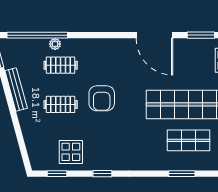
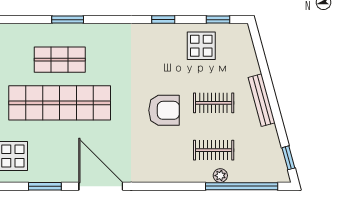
bench: (16, 90) -> (262, 100), moved
armchair: (102, 98) -> (164, 110), turned 90

